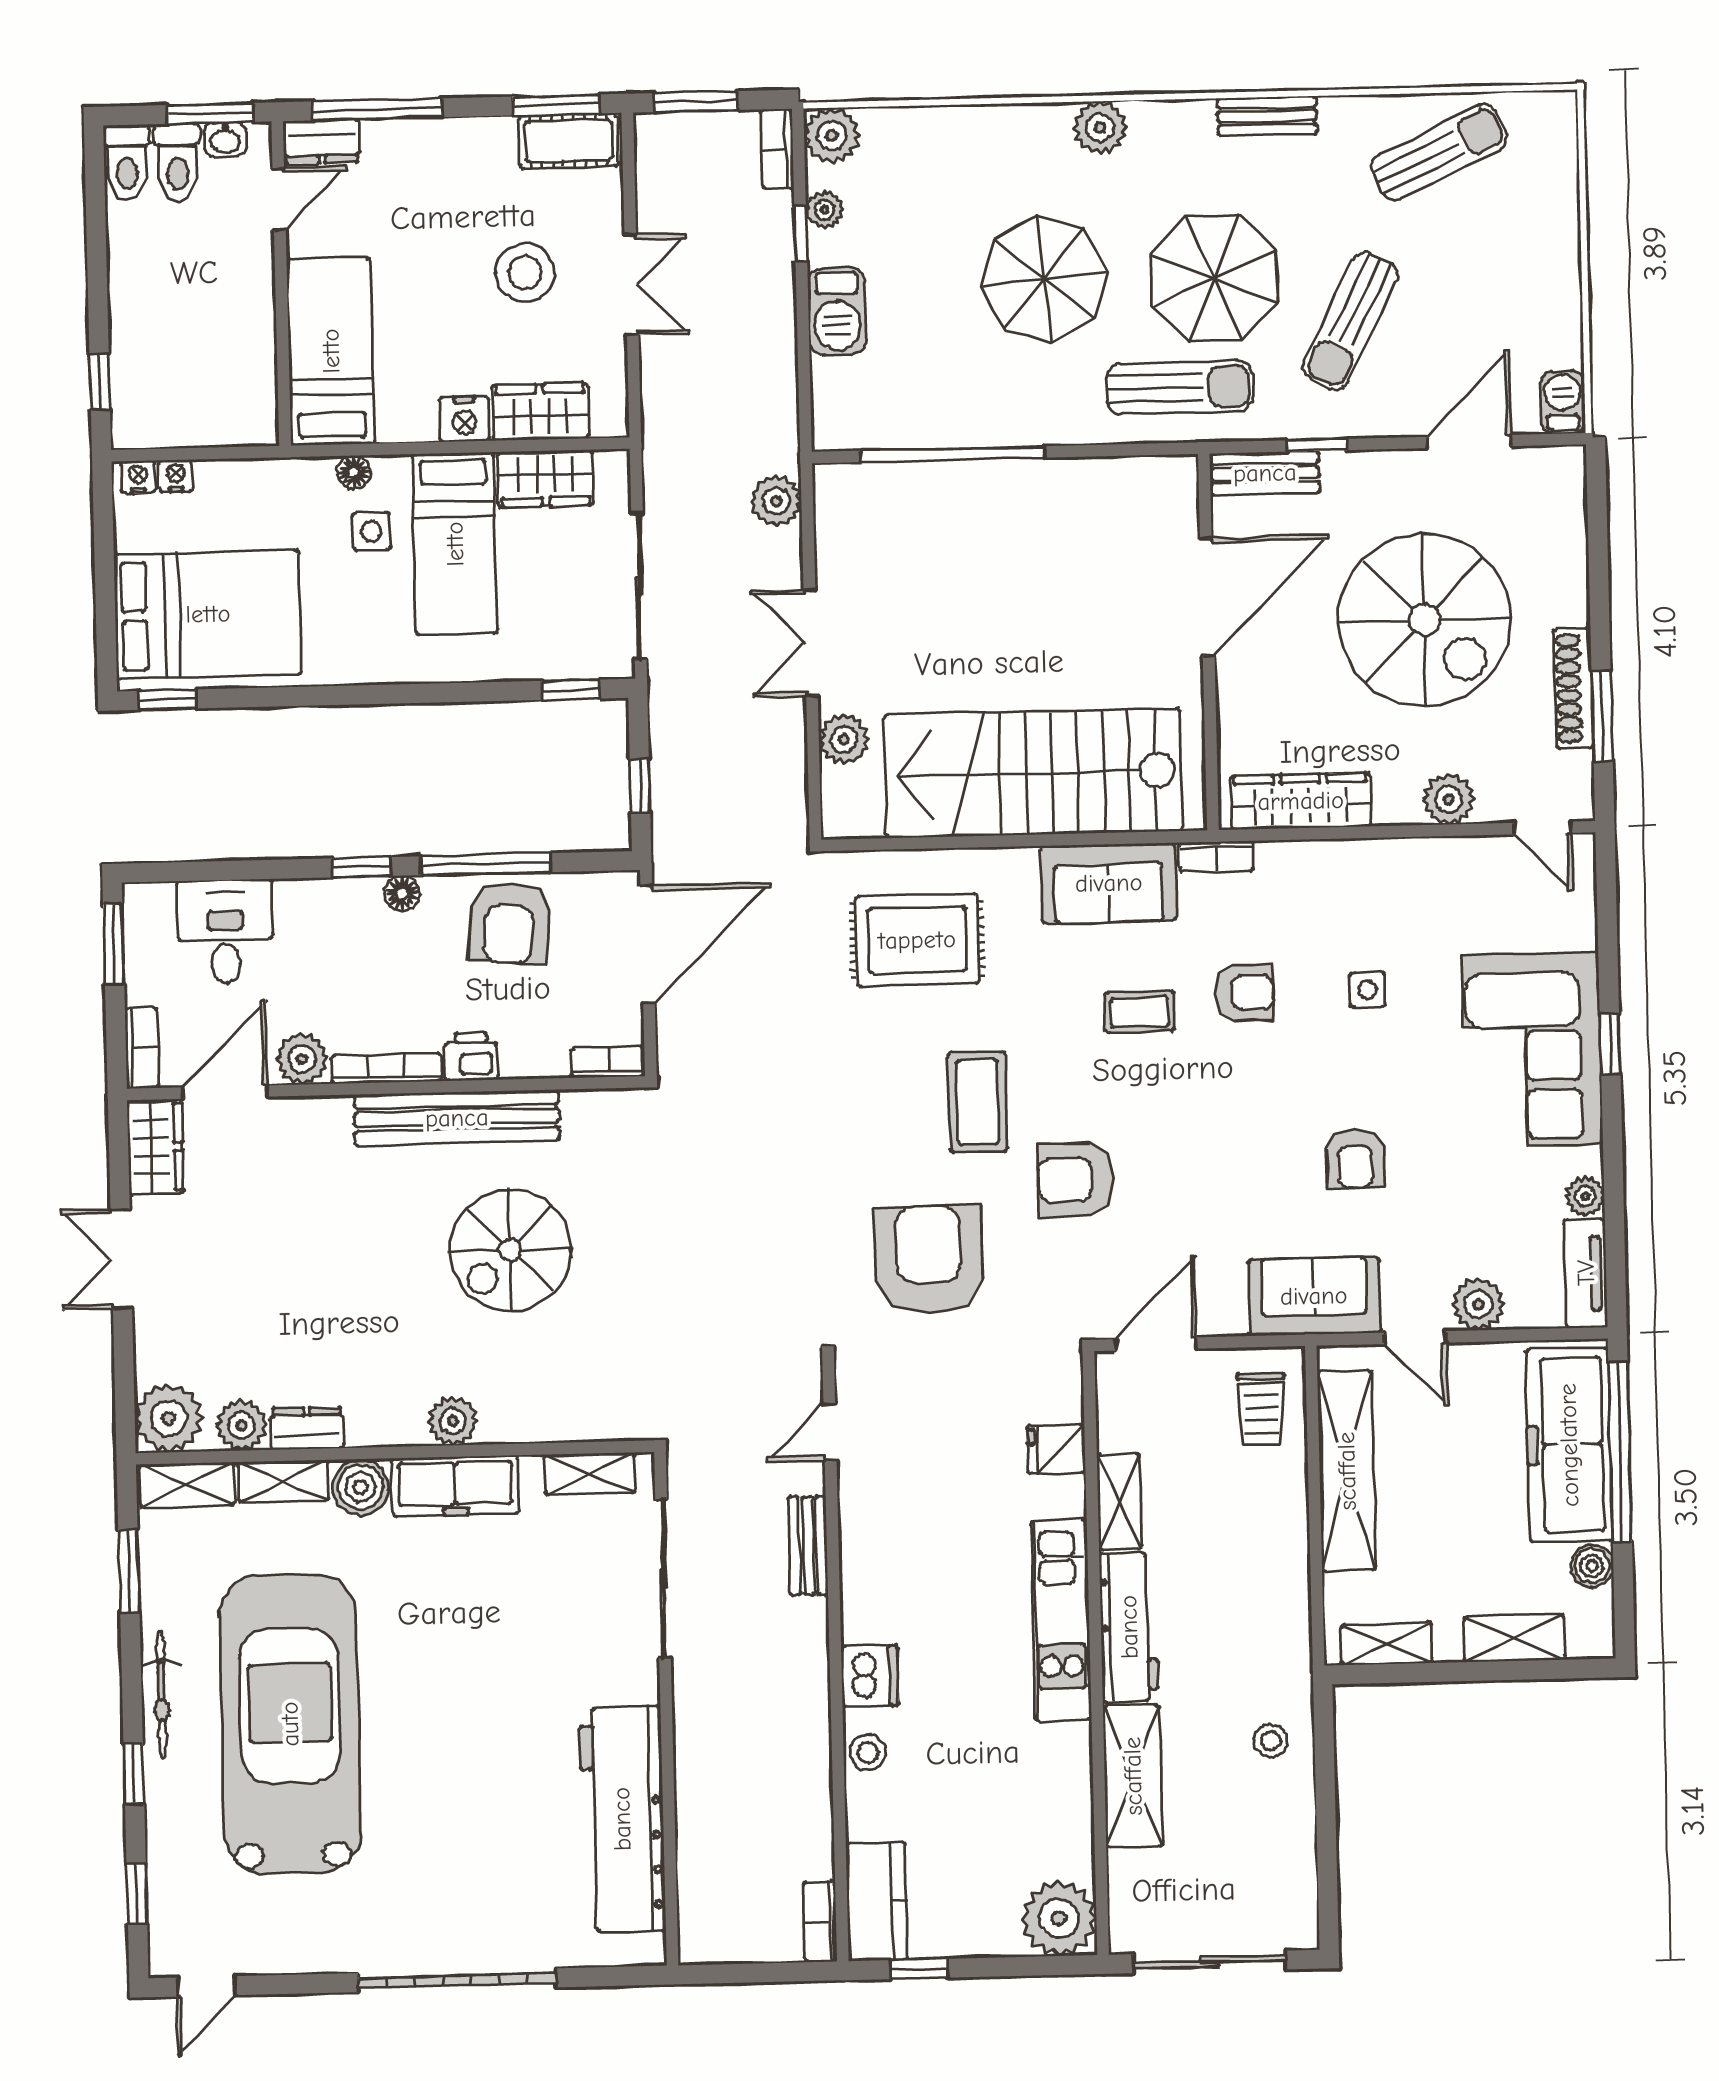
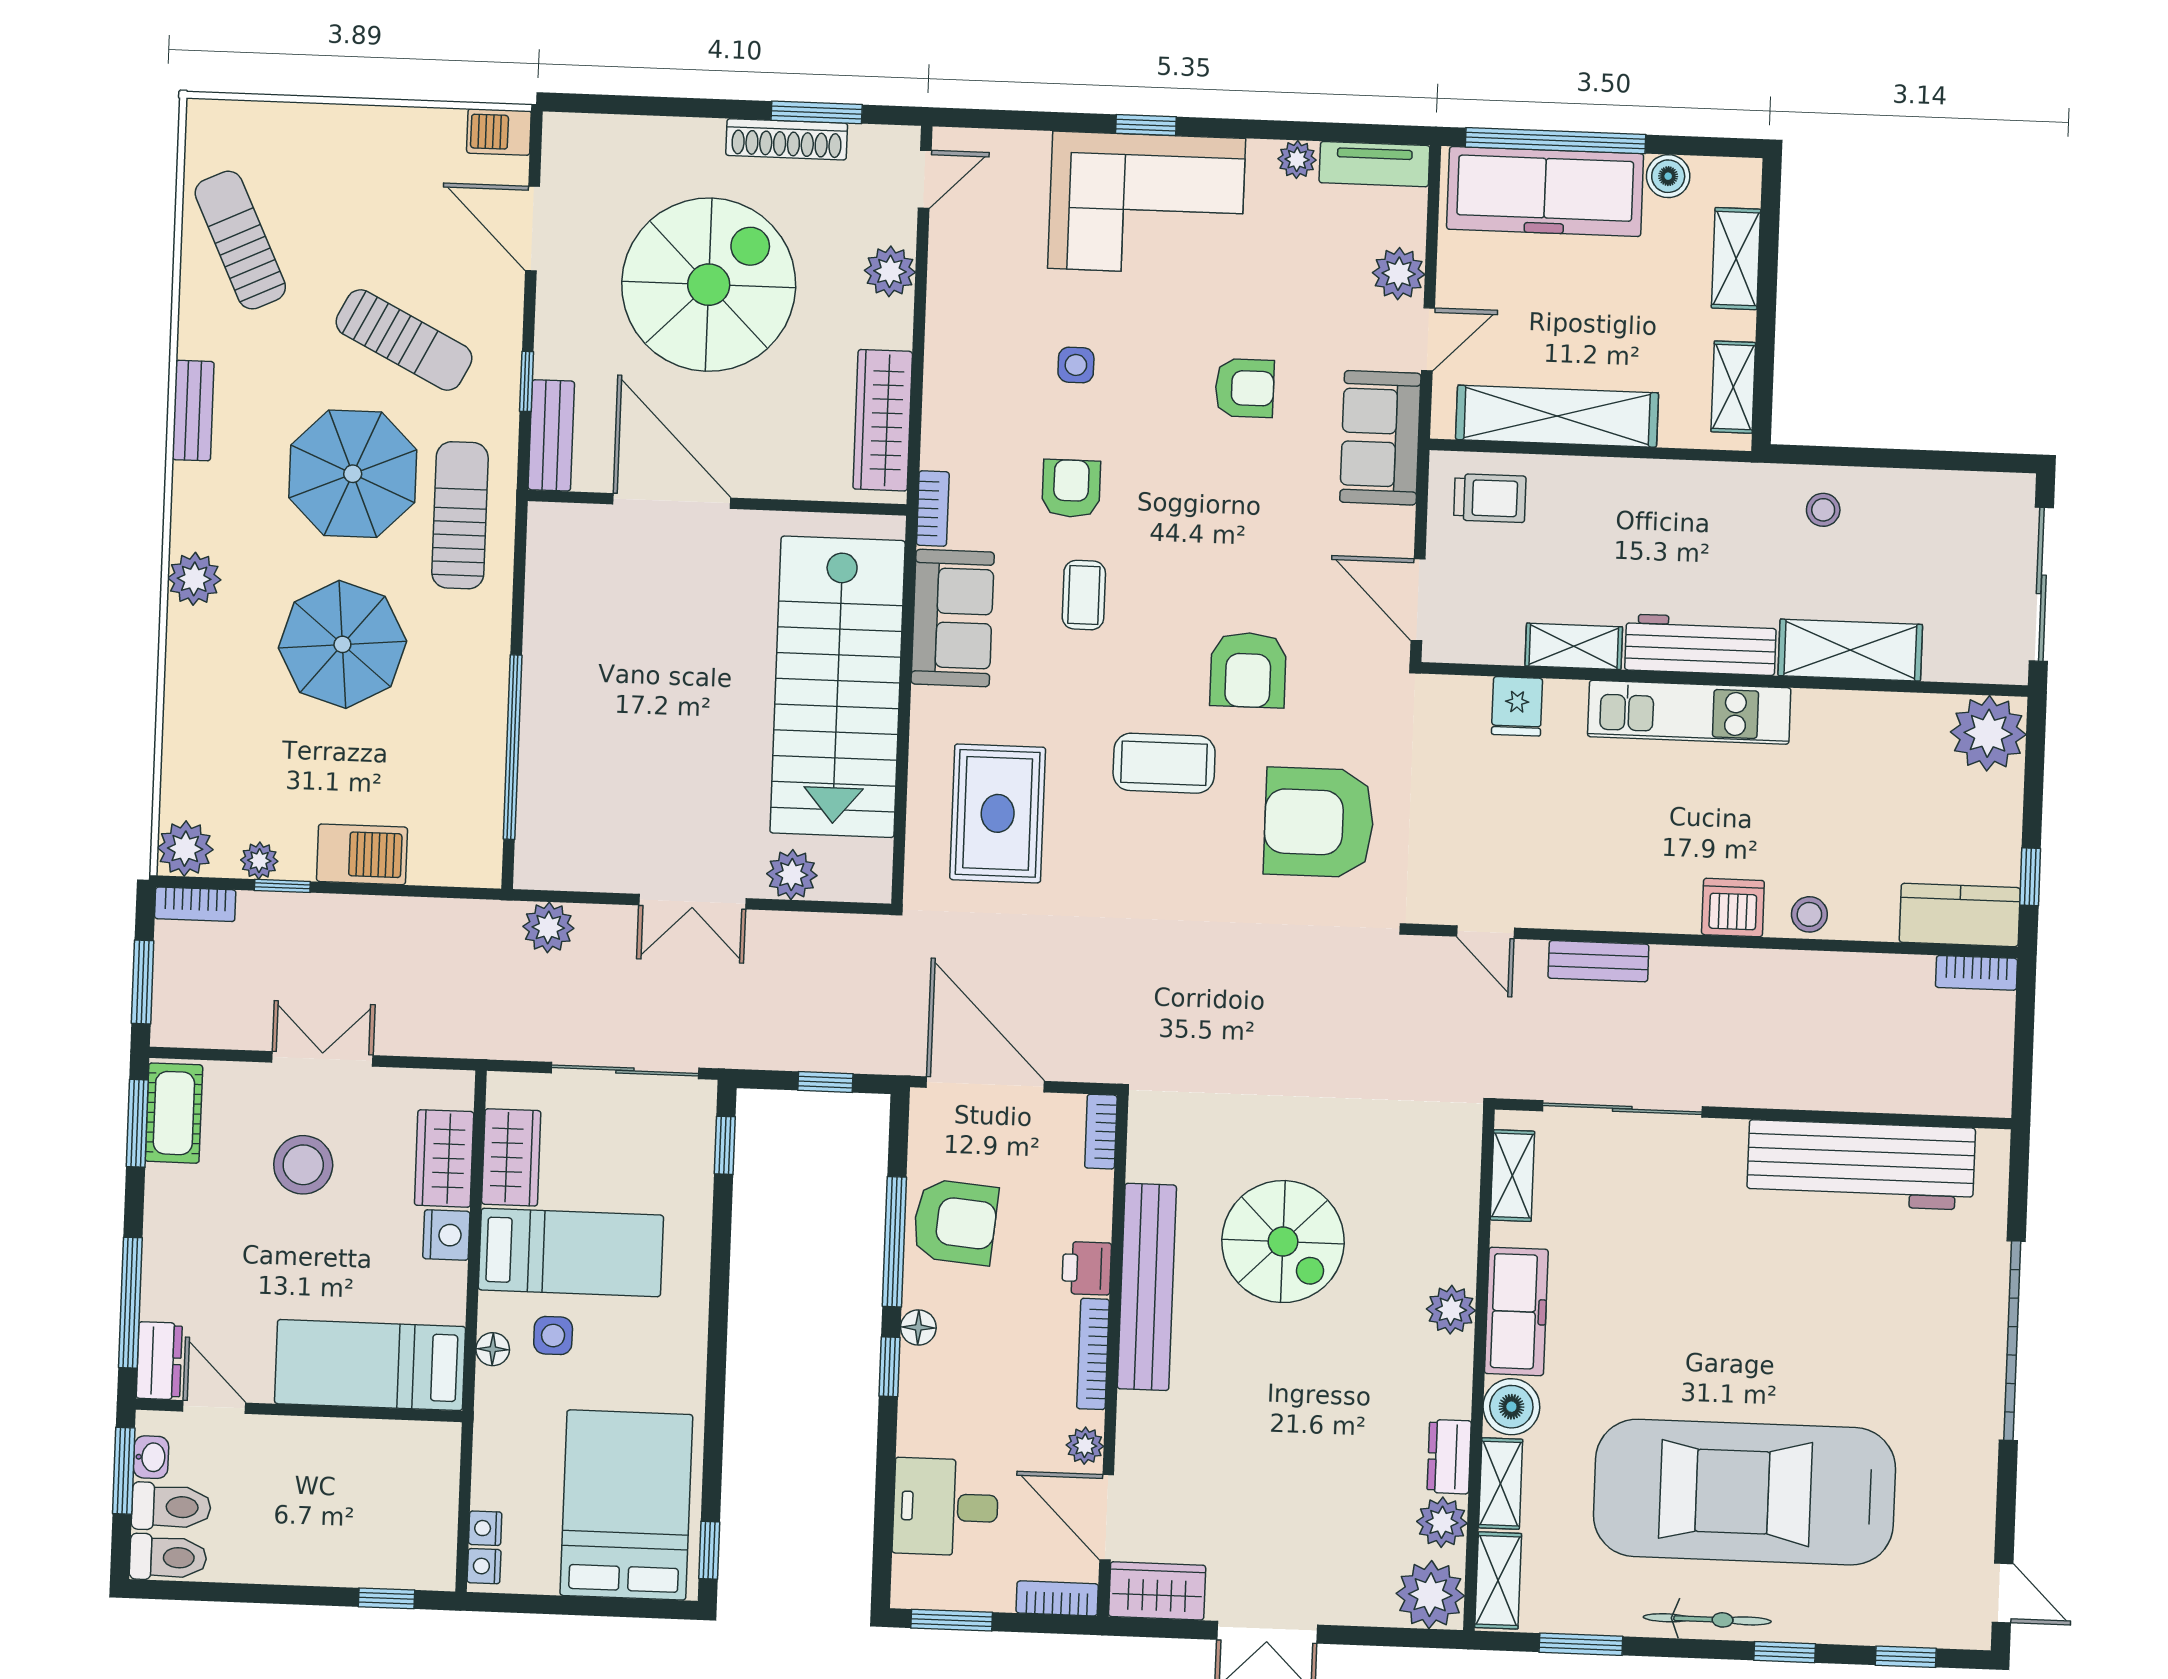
plant: (302, 1059) -> (1085, 1446), width x0.73, depth x0.73

